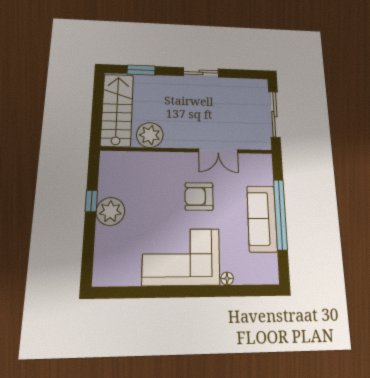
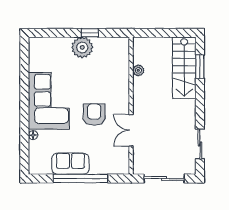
sliding door: (201, 72) -> (200, 144), moved
stairs: (117, 110) -> (184, 68), moved, turned 90
plant: (150, 135) -> (138, 70), width x0.53, depth x0.53
sofa: (262, 219) -> (70, 164), width x0.73

